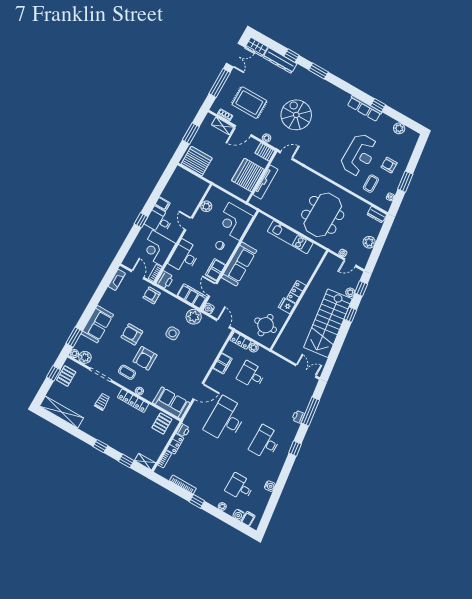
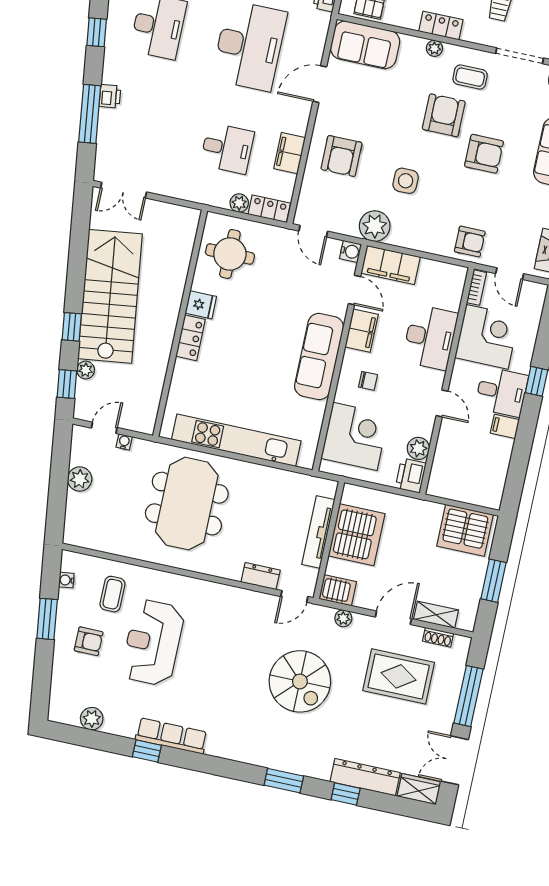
dresser: (377, 215) -> (261, 576), moved
kitchen unit: (290, 237) -> (236, 440), width x1.36
printer: (165, 280) -> (411, 476), moved
armchair: (199, 354) -> (342, 156), added
locker: (133, 401) -> (441, 26), width x0.66

